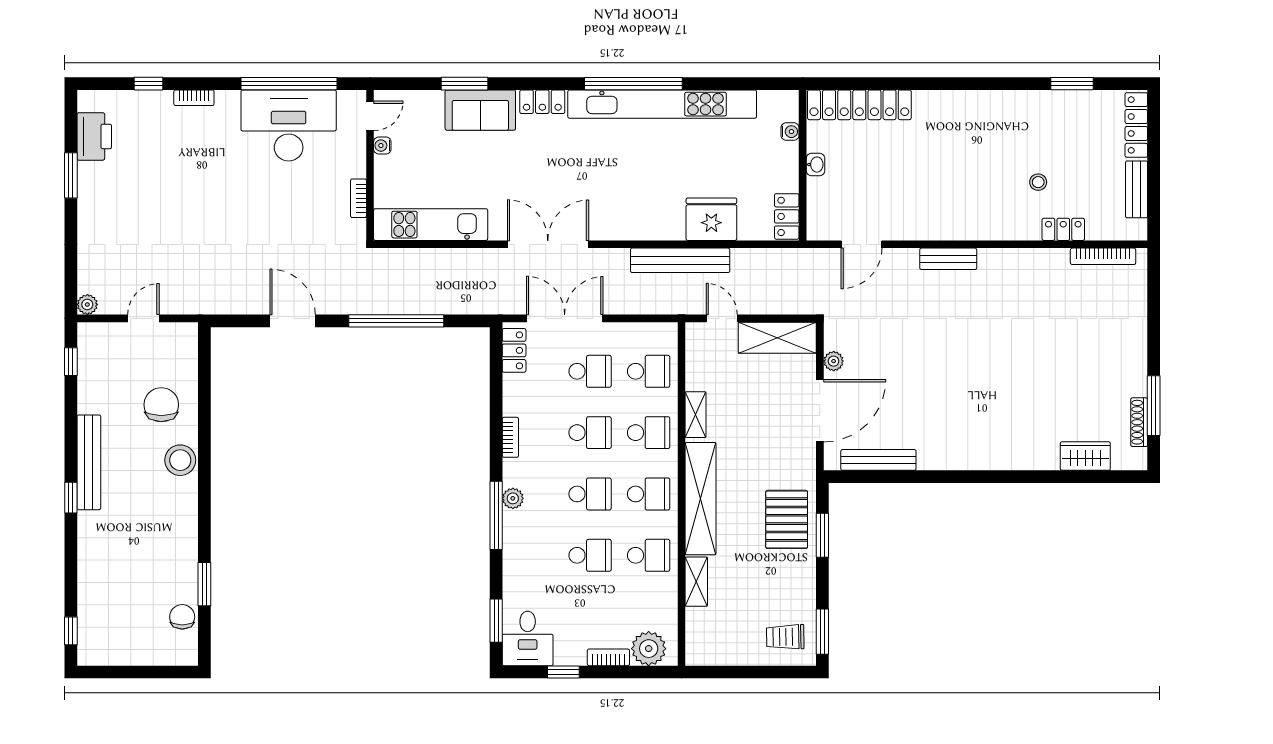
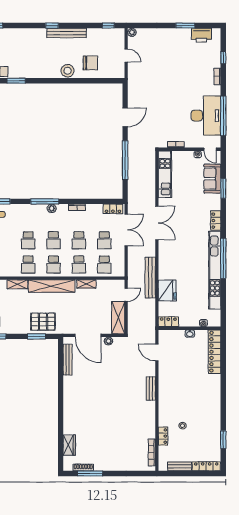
sofa: (480, 110) -> (212, 179), moved

